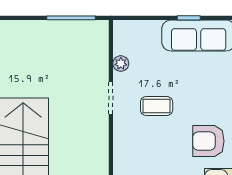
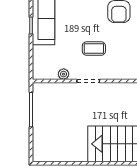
coffee table: (157, 106) -> (94, 49), turned 90

